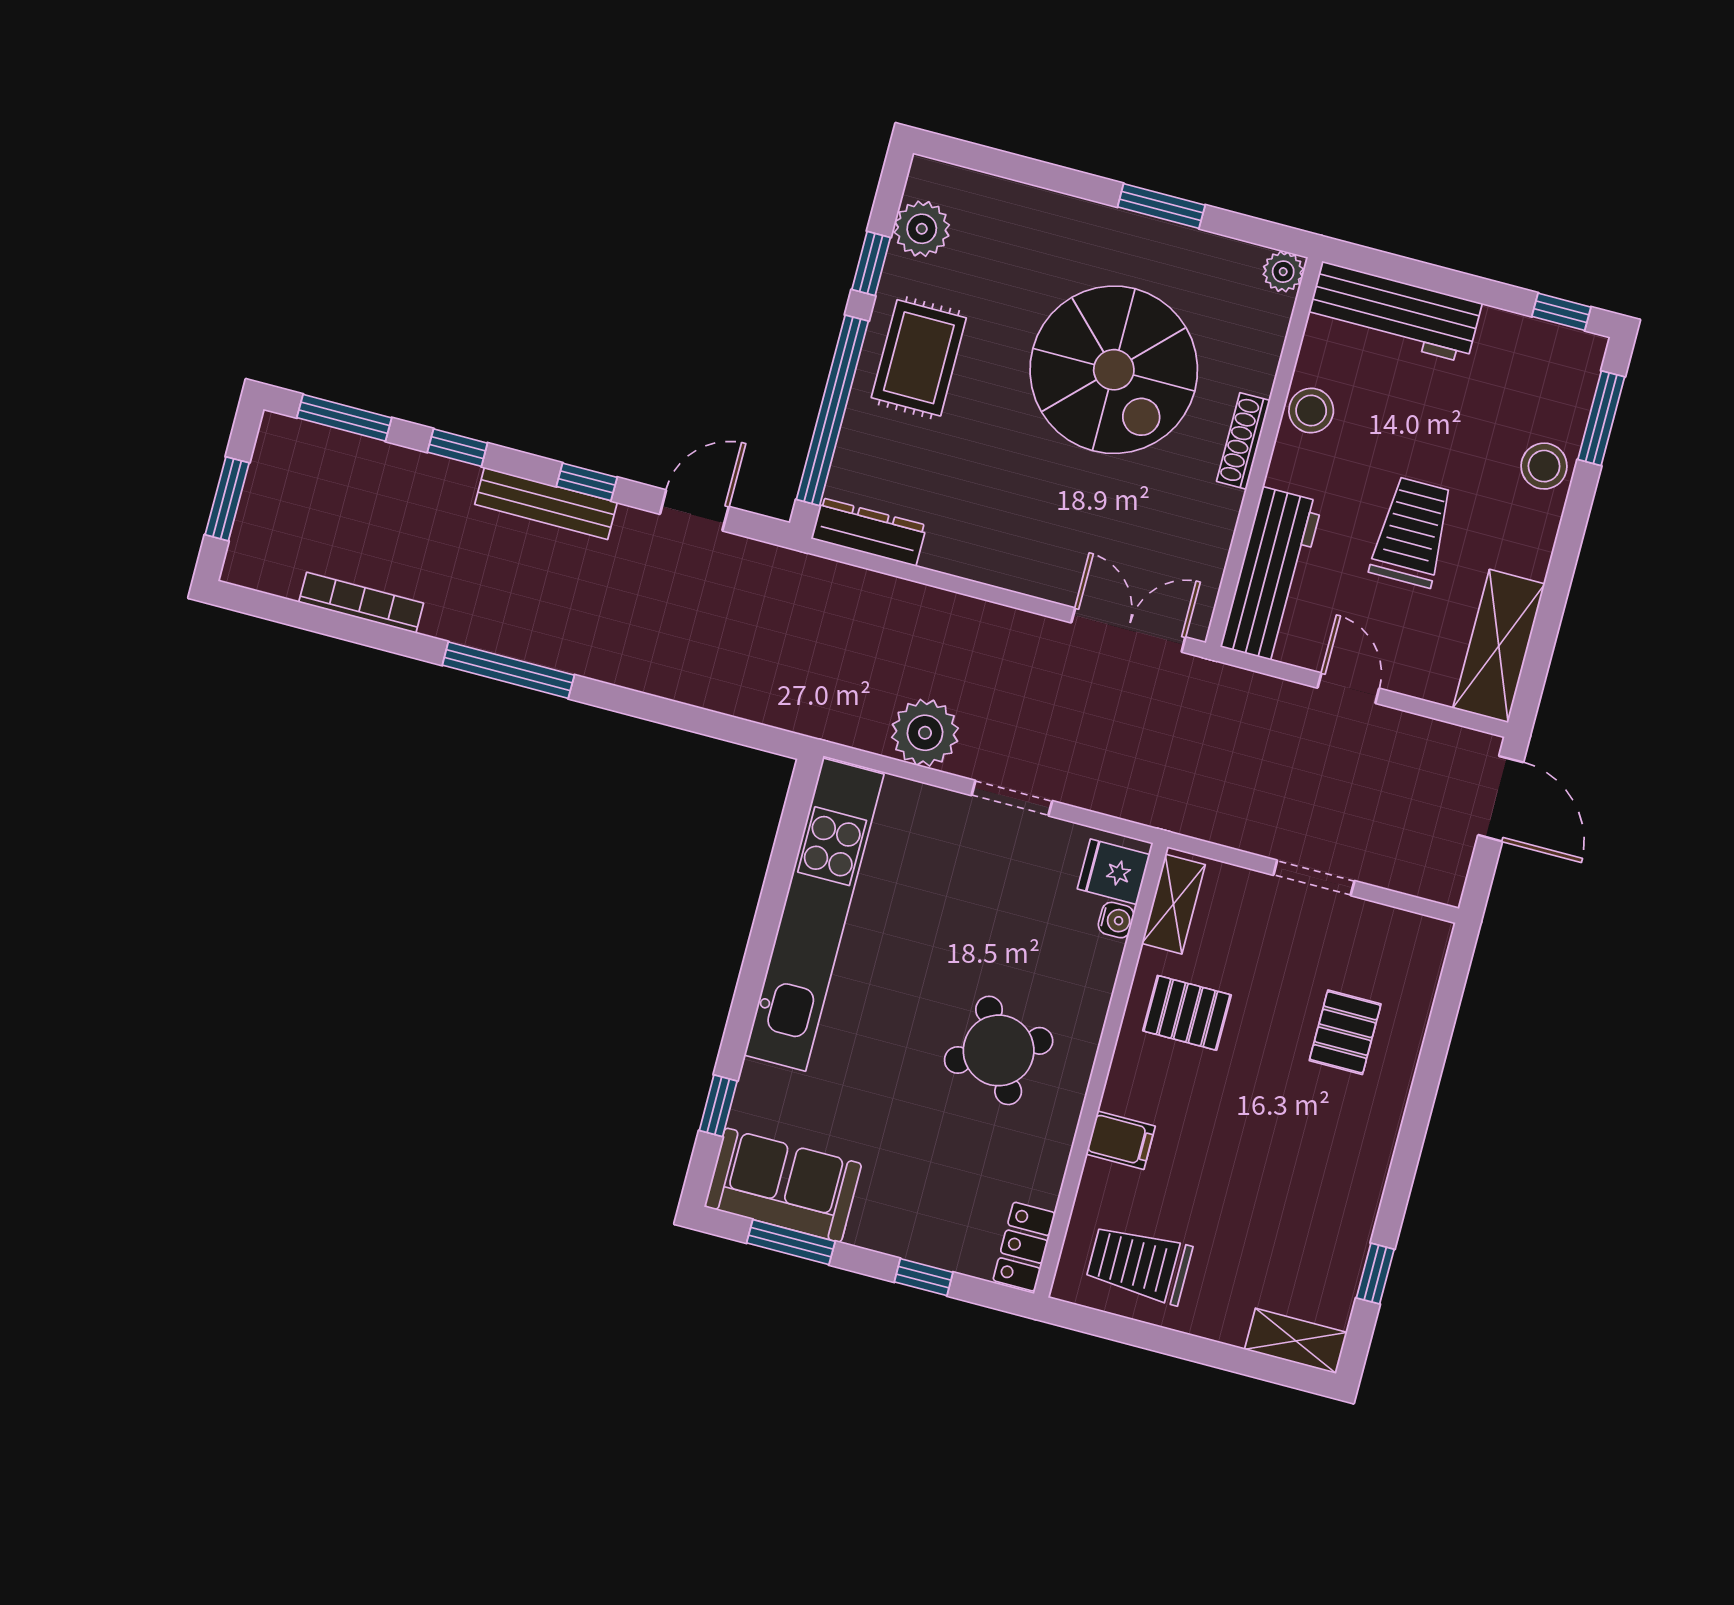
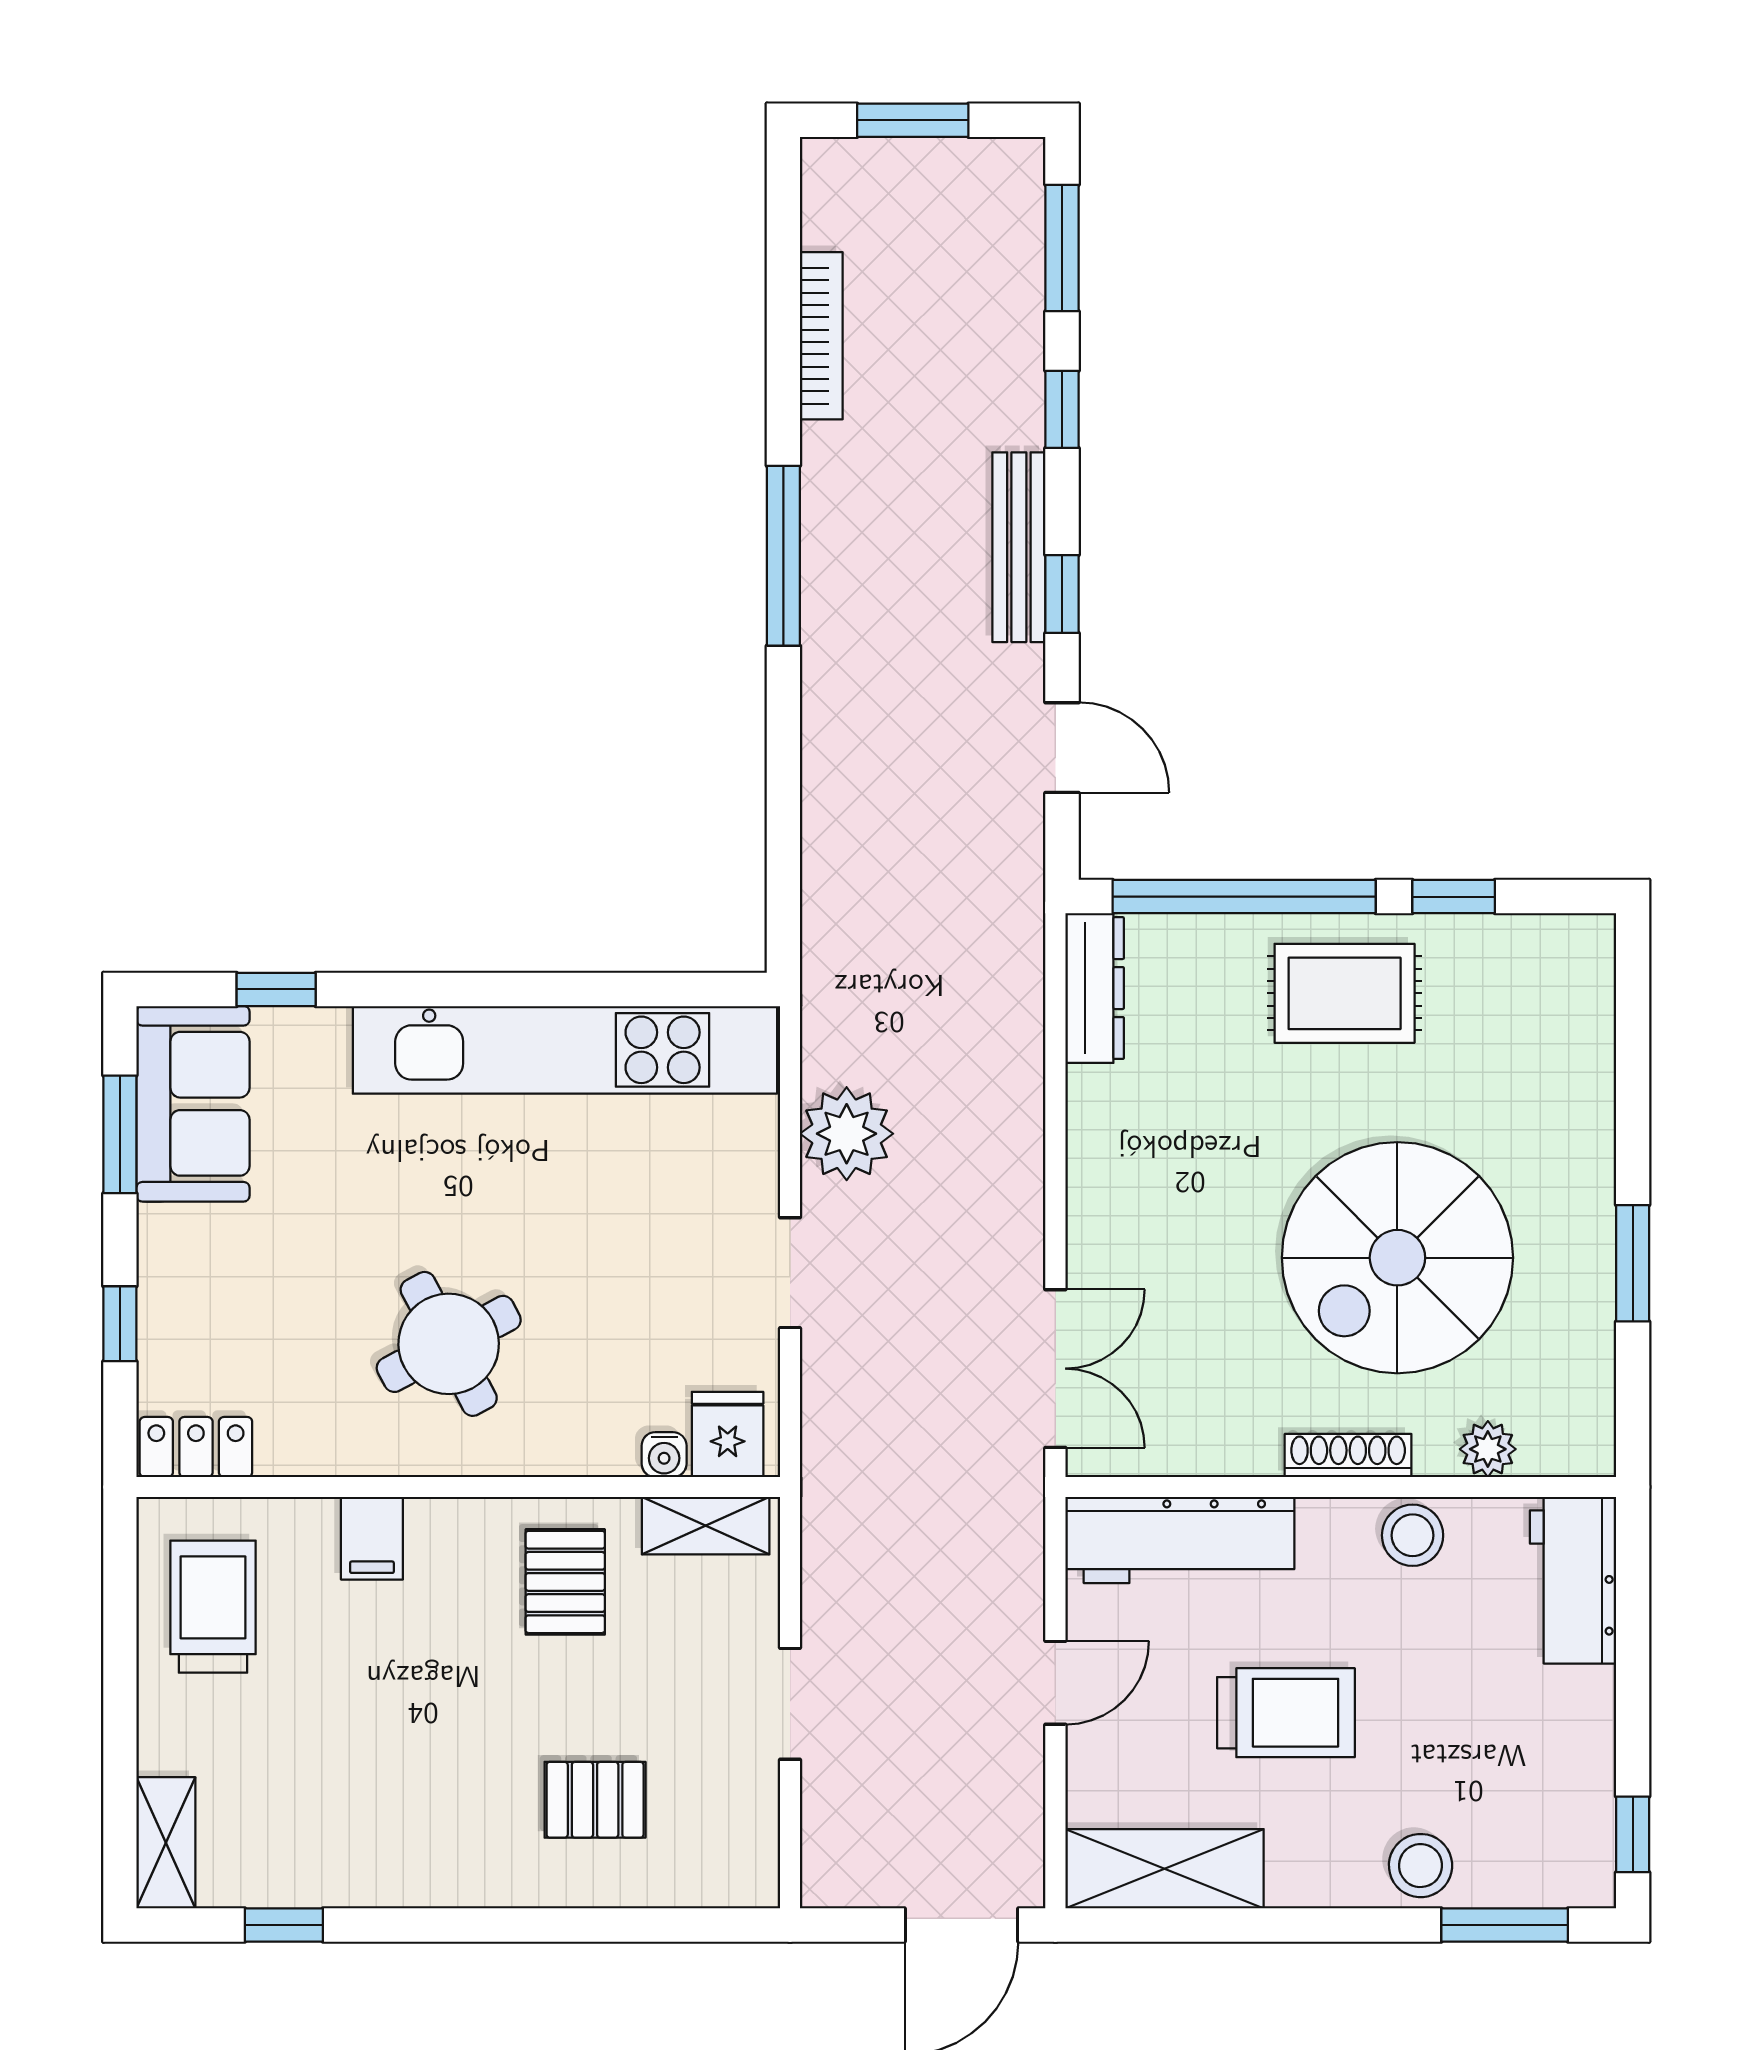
plant: (922, 229) -> (1518, 952), removed
plant: (1283, 272) -> (1488, 1449), moved
workbench: (1394, 312) -> (1573, 1580), width x0.73

